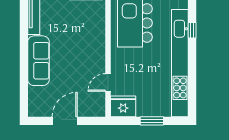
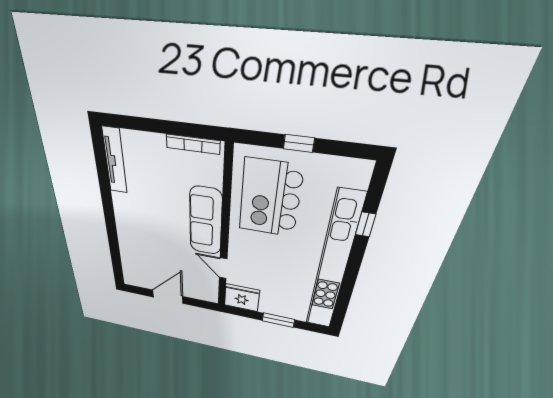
sofa: (38, 61) -> (206, 221), moved, turned 180
door: (108, 82) -> (223, 268), hinge flipped

